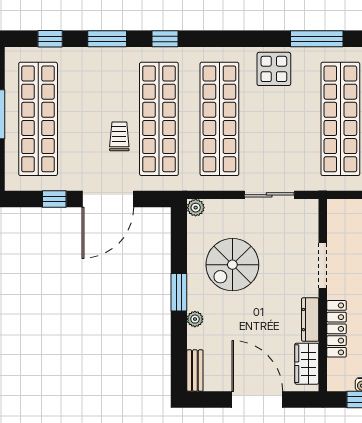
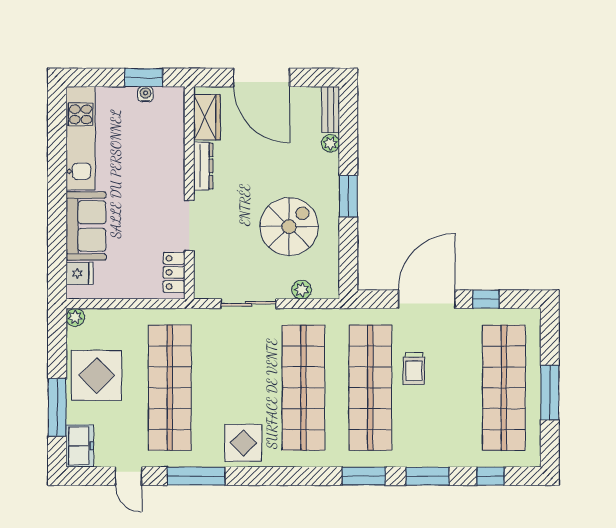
window: (165, 39) -> (364, 476), width x1.50
plant: (196, 208) -> (302, 290), moved
plant: (195, 319) -> (330, 143), moved
locker: (337, 329) -> (174, 272), moved, width x0.66

